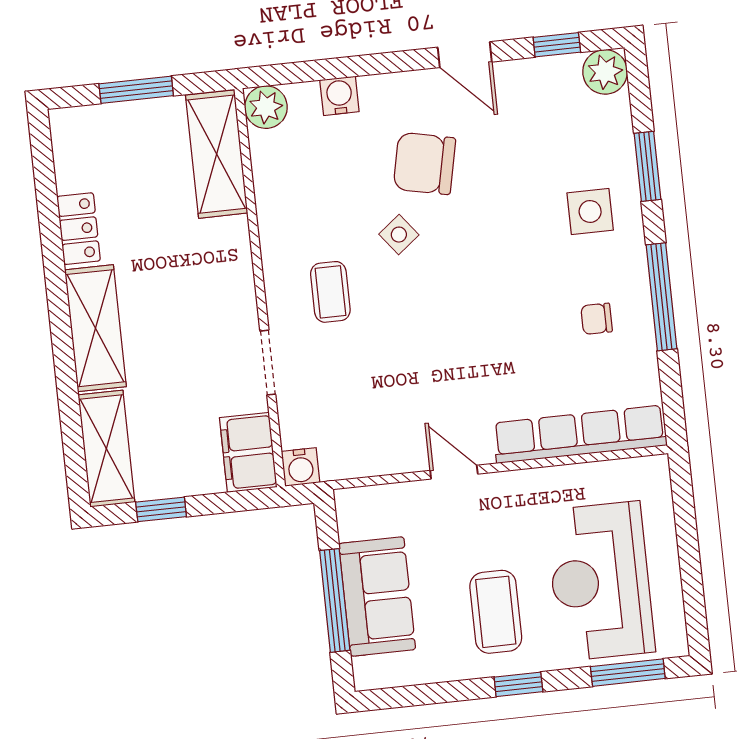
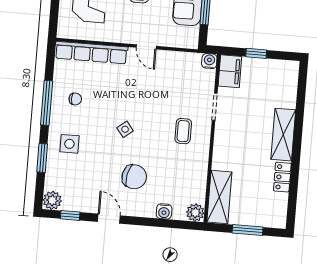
side table: (399, 235) -> (125, 129), moved
shelving: (106, 449) -> (288, 84), removed
window: (161, 509) -> (256, 53), moved

